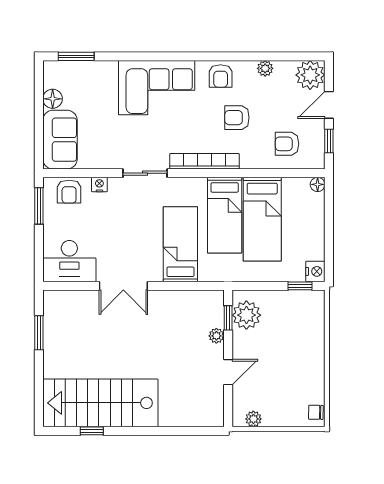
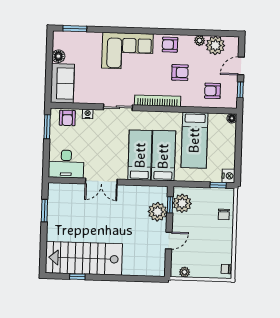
plant: (310, 75) -> (215, 45), moved
armchair: (221, 76) -> (170, 45), turned 90
armchair: (237, 118) -> (180, 72), turned 180
bed: (225, 215) -> (163, 156), moved, turned 180
chair: (310, 330) -> (224, 214), added
plant: (216, 336) -> (158, 212), width x1.87, depth x1.87

